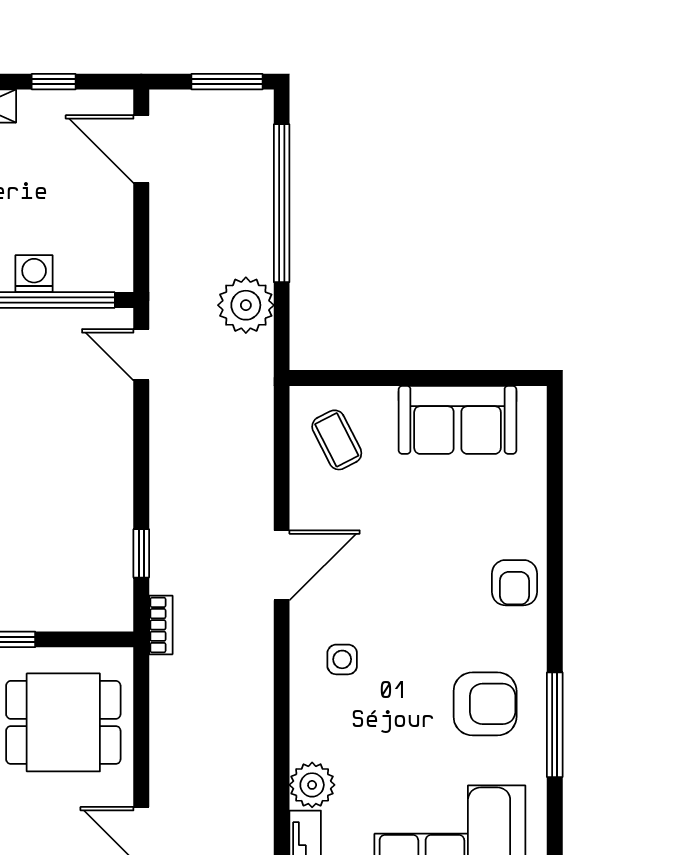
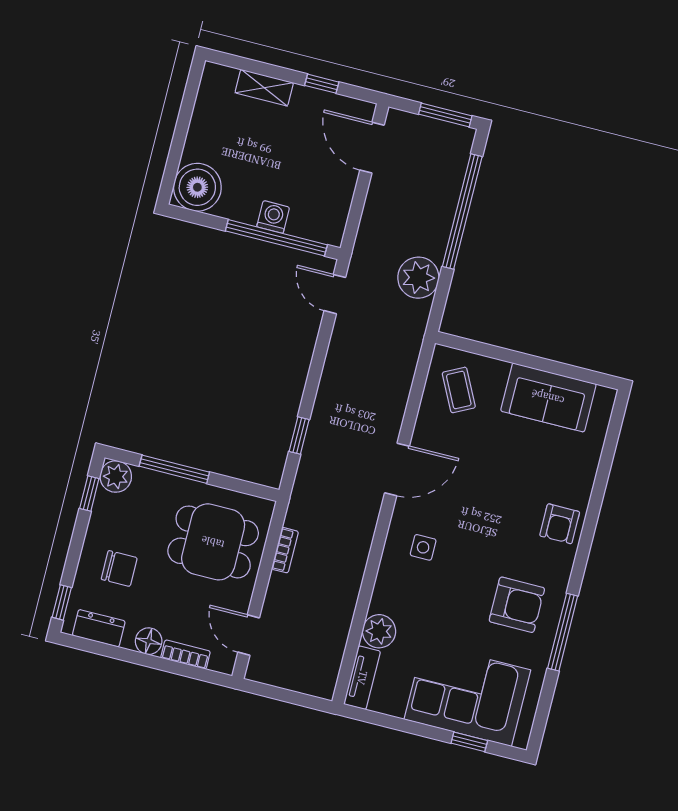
bookcase: (161, 625) -> (285, 550), moved

